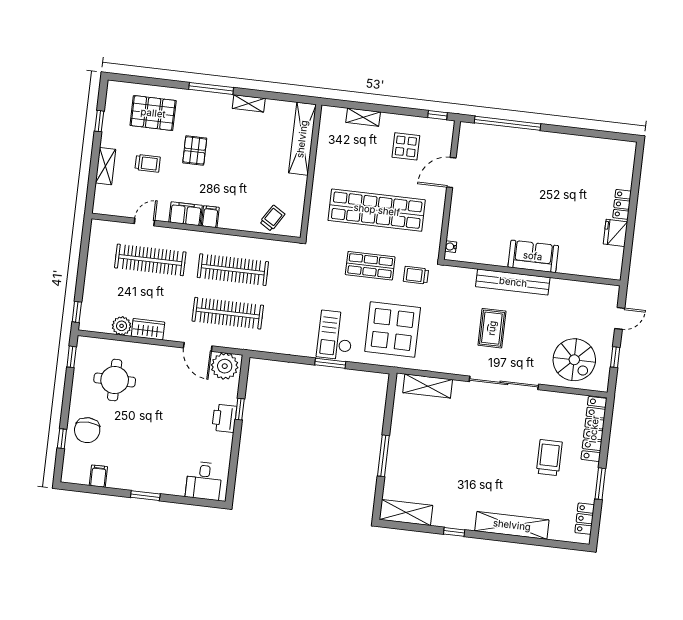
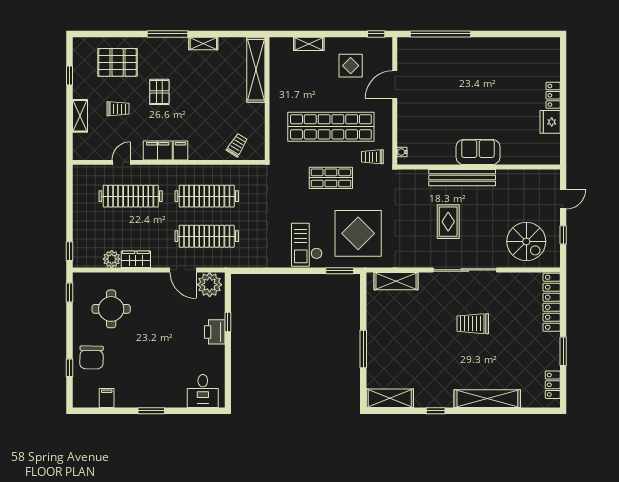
trolley: (416, 275) -> (372, 157), moved
window: (330, 363) -> (340, 271), moved
trolley: (549, 458) -> (473, 324), moved, turned -90

